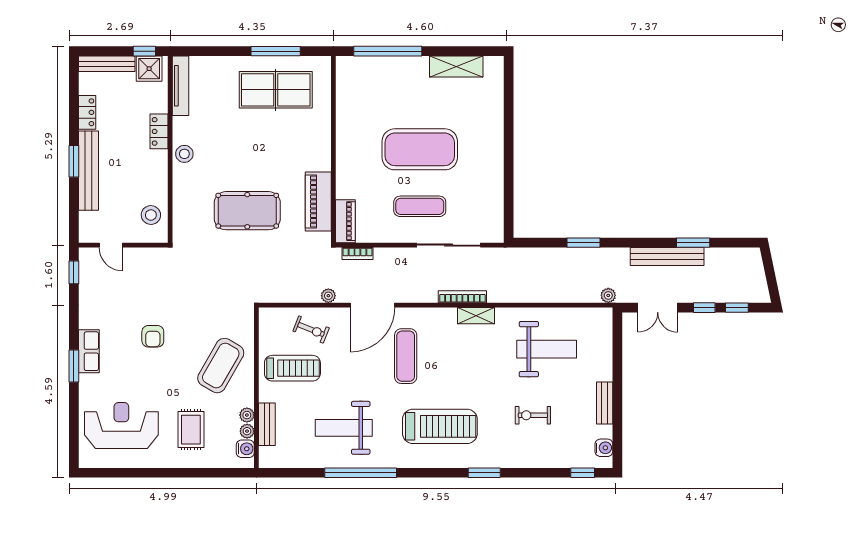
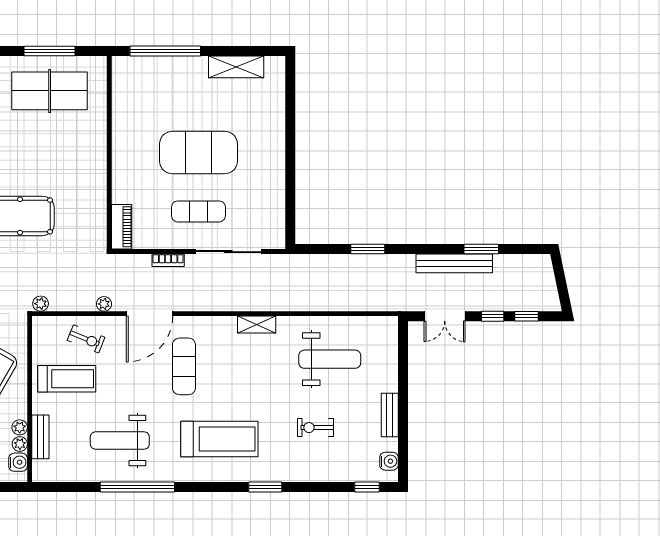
piano: (318, 201) -> (94, 206), removed
bookcase: (357, 254) -> (168, 260), moved
plant: (608, 295) -> (41, 304), moved
bookcase: (462, 297) -> (243, 305), removed

